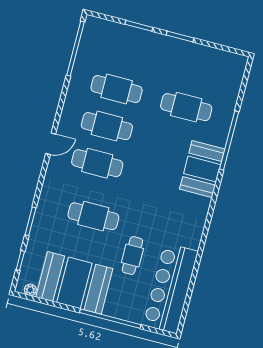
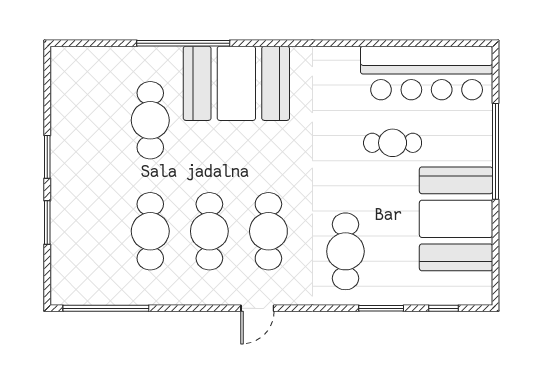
door: (51, 144) -> (257, 308), swing flipped
booth: (202, 169) -> (236, 83), width x1.36, depth x1.42
cafe table: (93, 216) -> (345, 251), moved
plant: (30, 290) -> (483, 282), removed

